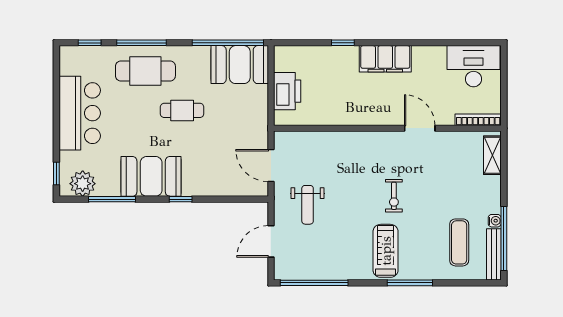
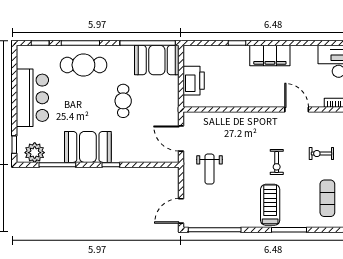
cafe table: (182, 110) -> (123, 101), moved, turned 90
exercise bike: (452, 185) -> (321, 154), added
door: (271, 241) -> (181, 211), moved

